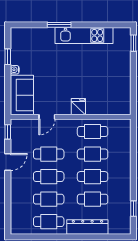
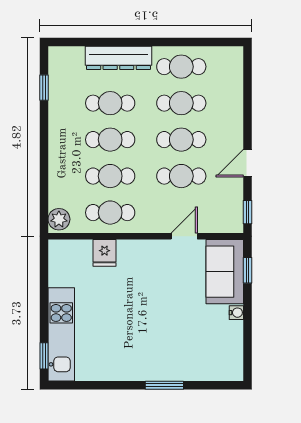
kitchen unit: (84, 36) -> (61, 334), moved, turned 90
window: (8, 57) -> (248, 270), moved
fridge: (78, 107) -> (105, 253), moved
plant: (124, 127) -> (59, 219), added

